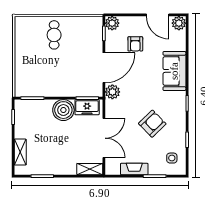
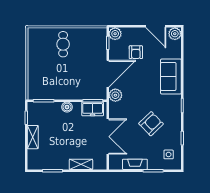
boiler: (63, 110) -> (67, 107), width x0.54, depth x0.54
shelving: (20, 152) -> (33, 137), moved
shelving: (90, 169) -> (81, 164), moved

